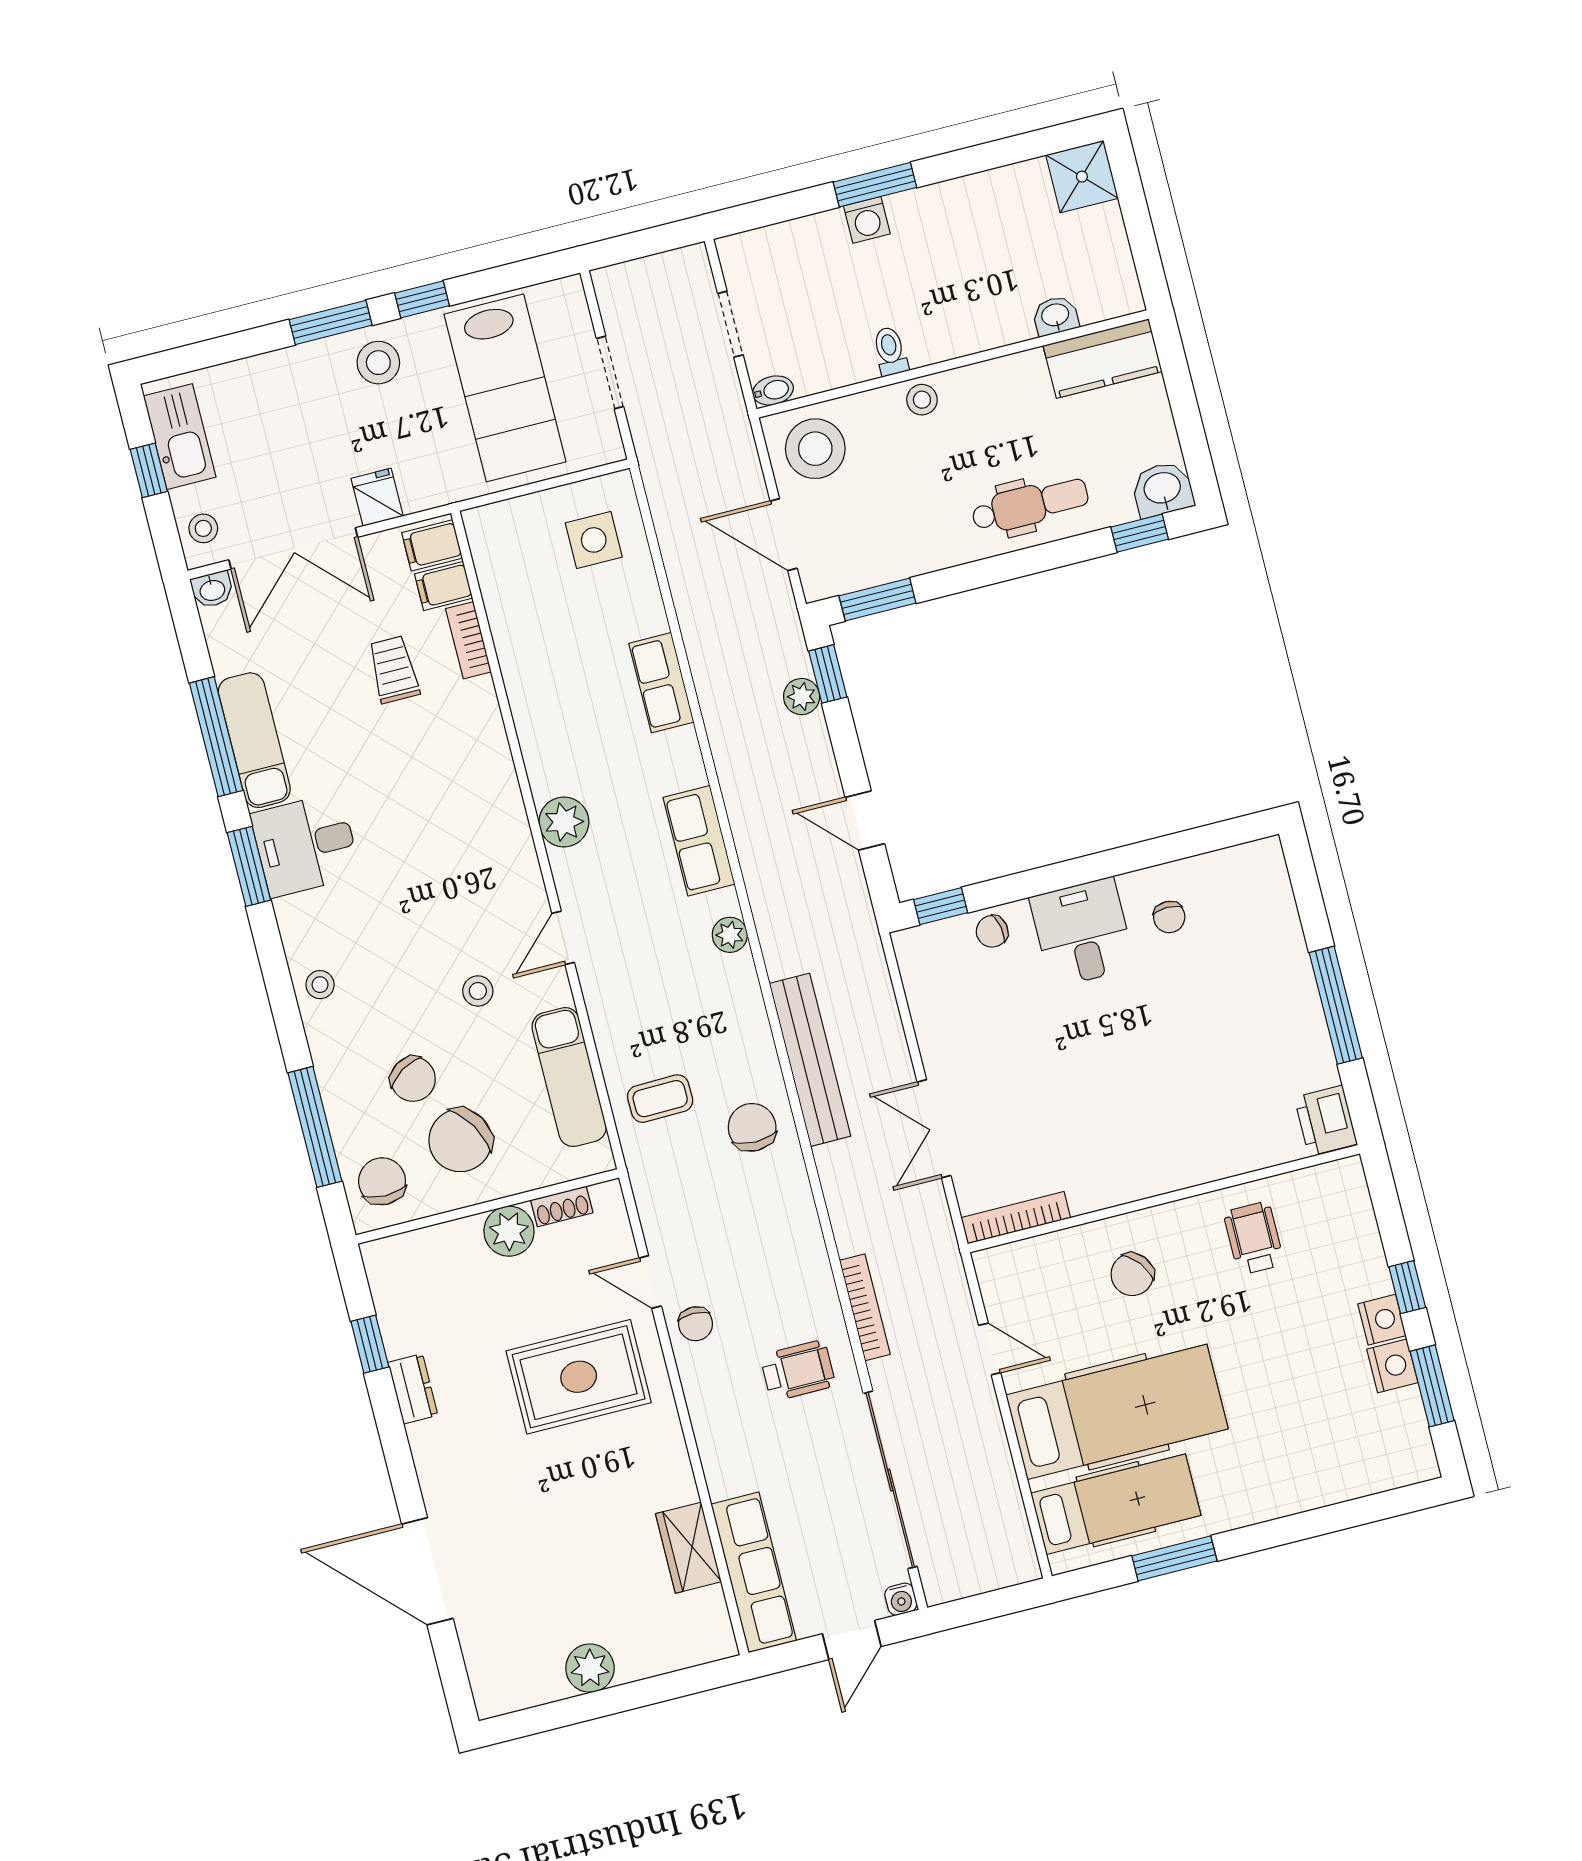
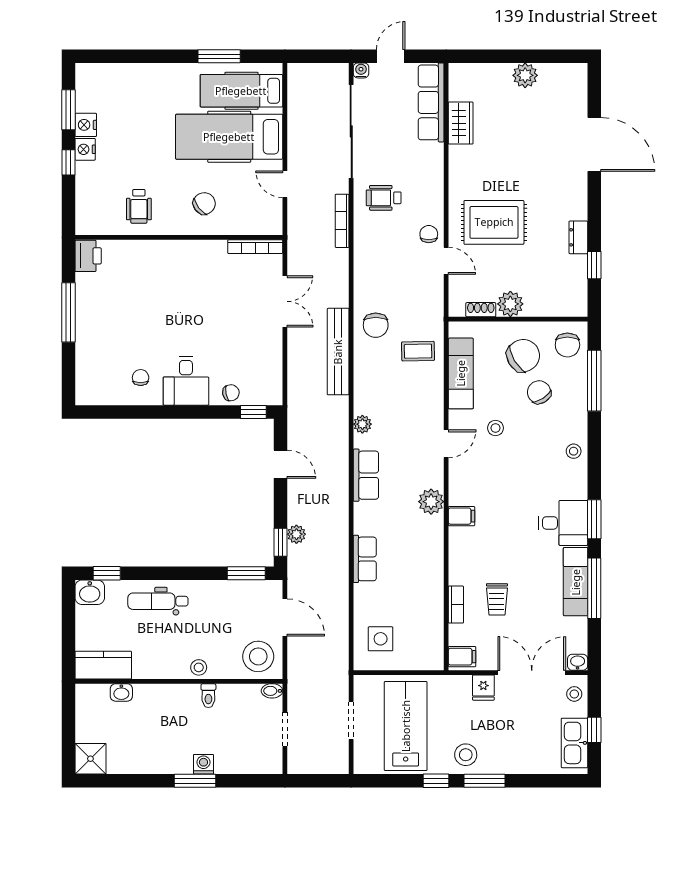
filing cabinet: (443, 586) -> (461, 516), moved

